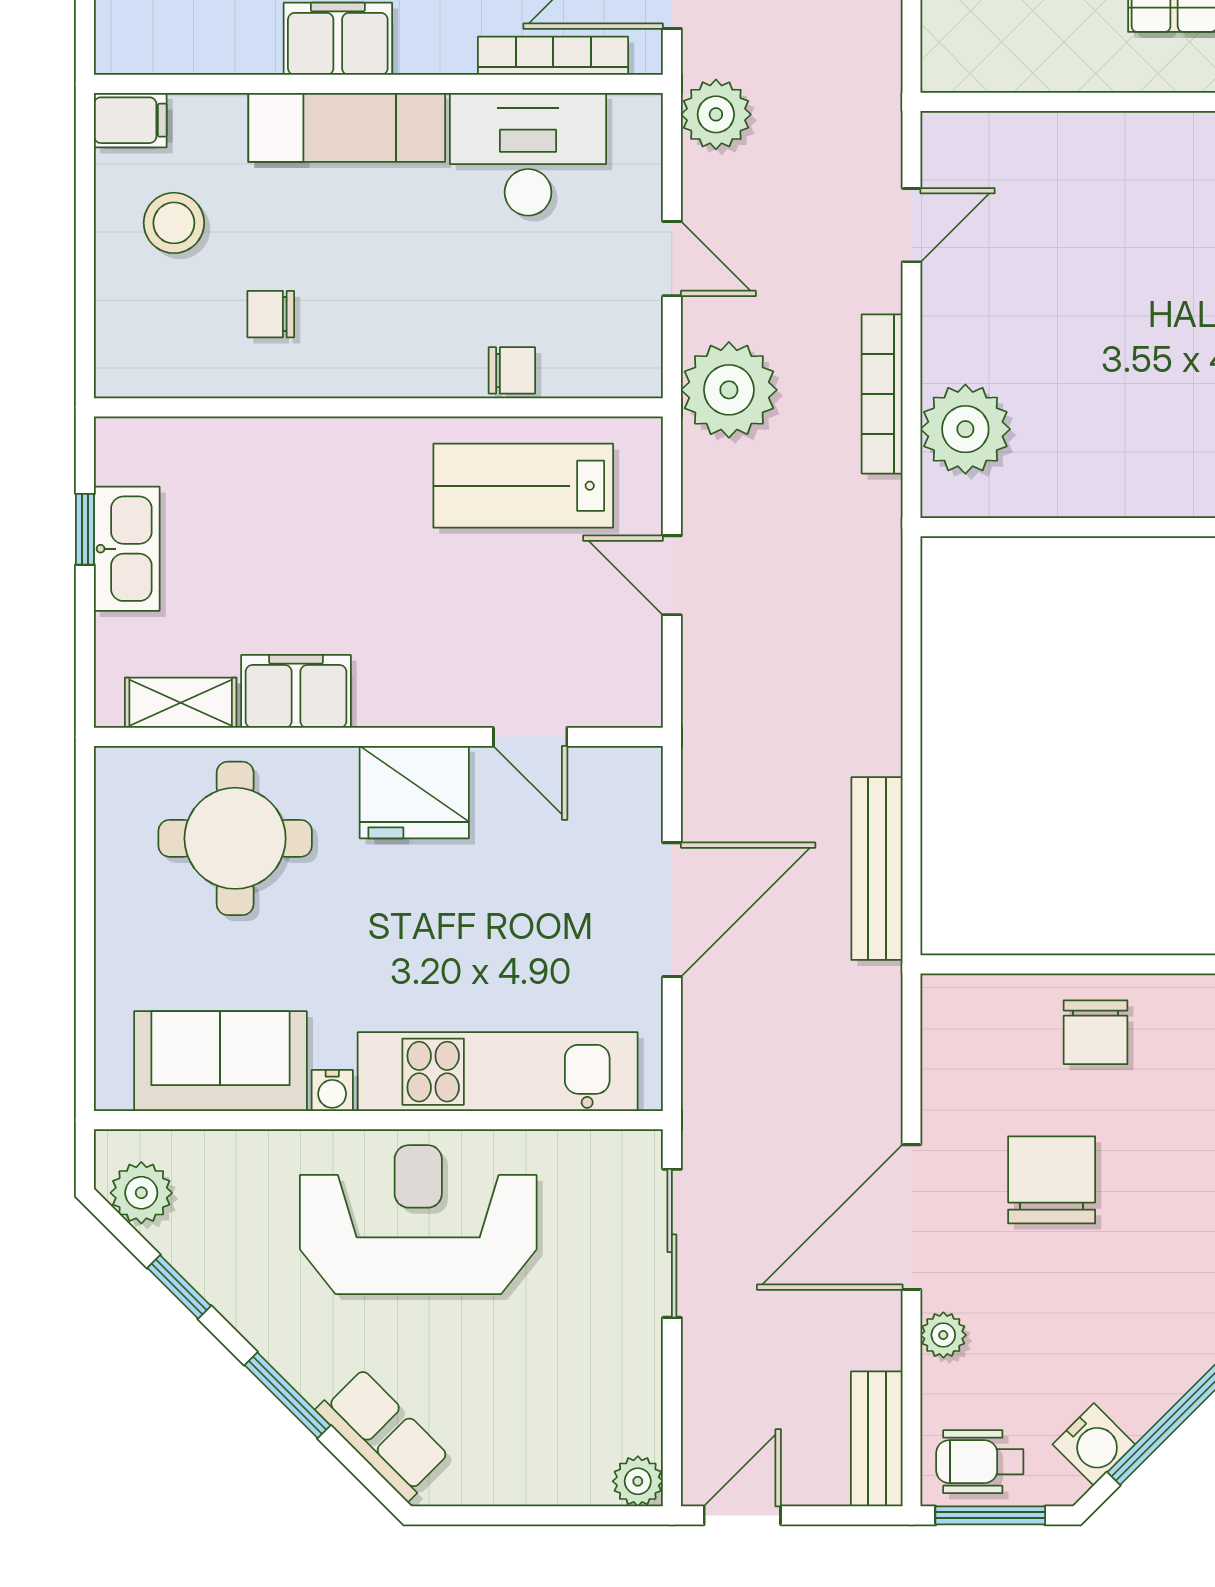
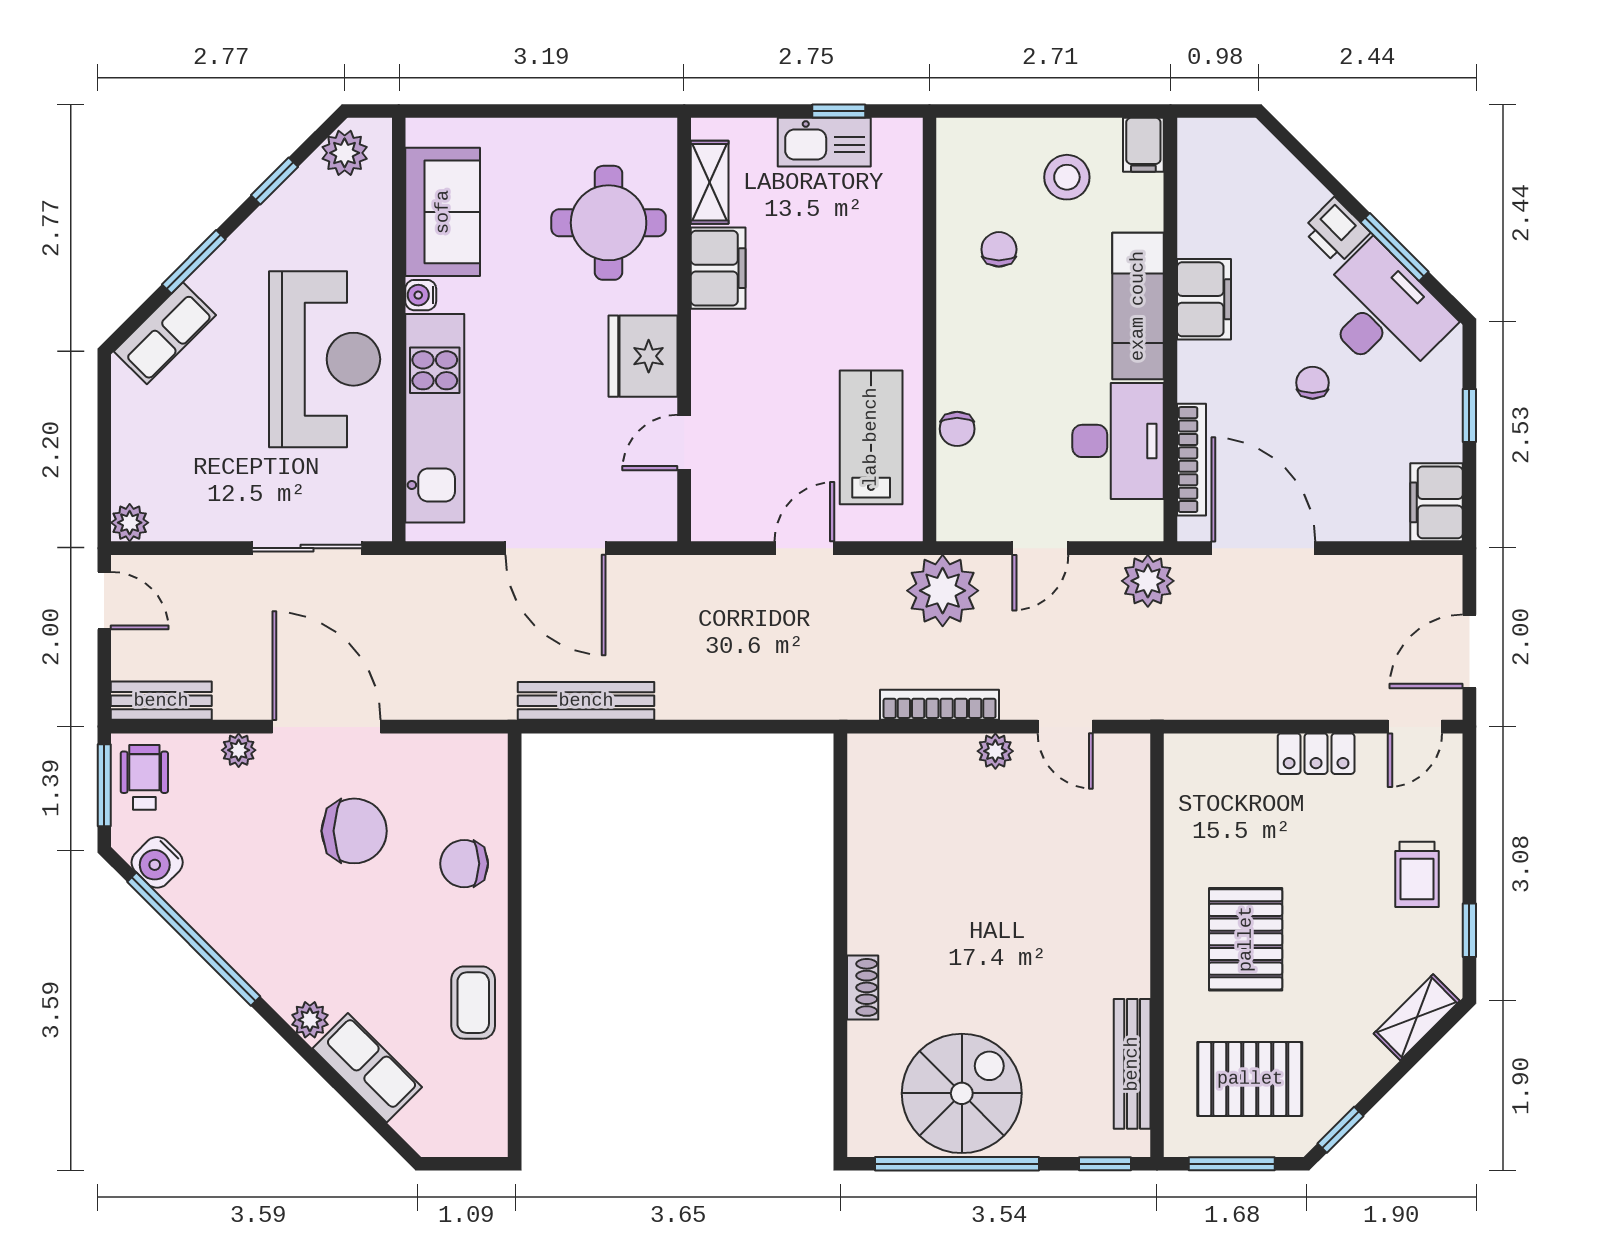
plant: (965, 429) -> (995, 751), moved, width x0.53, depth x0.53

